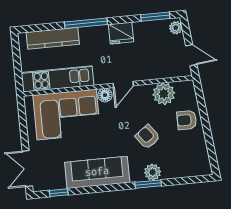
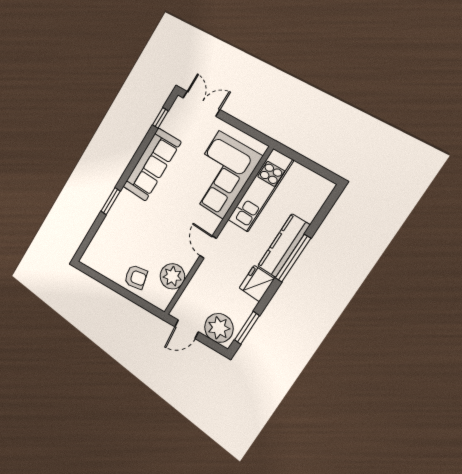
plant: (176, 28) -> (219, 328), width x1.87, depth x1.87
kitchen counter: (53, 38) -> (284, 246), moved
floor lamp: (105, 95) -> (212, 223), removed
armchair: (187, 120) -> (136, 277), turned 76
armchair: (148, 137) -> (148, 232), removed
plant: (153, 172) -> (117, 213), removed

